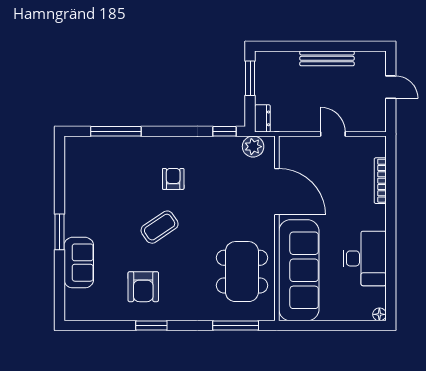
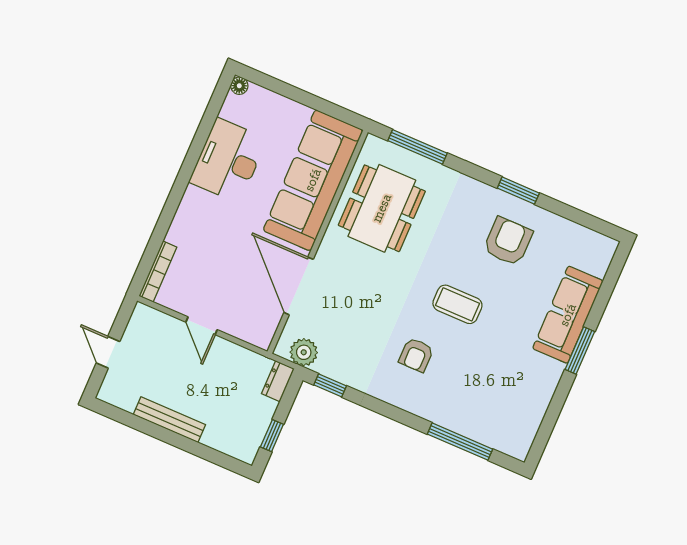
window: (250, 78) -> (272, 436), width x0.67
bookcase: (380, 181) -> (158, 272), moved
coffee table: (160, 227) -> (457, 304), turned 34
sofa: (79, 263) -> (568, 315), width x1.36

